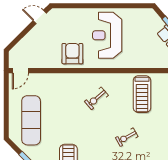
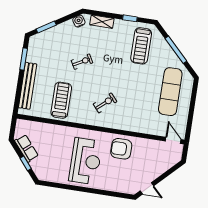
armchair: (72, 54) -> (121, 149), turned 90
door: (20, 71) -> (173, 140), hinge flipped

